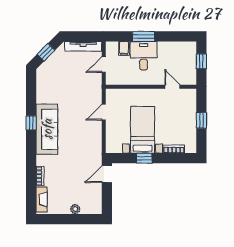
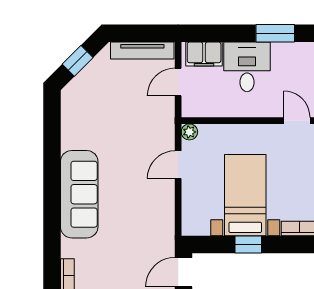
window: (144, 36) -> (275, 33), moved
filing cabinet: (124, 48) -> (204, 54), width x2.00
plant: (110, 93) -> (189, 132), added
window: (31, 123) -> (52, 183), removed

